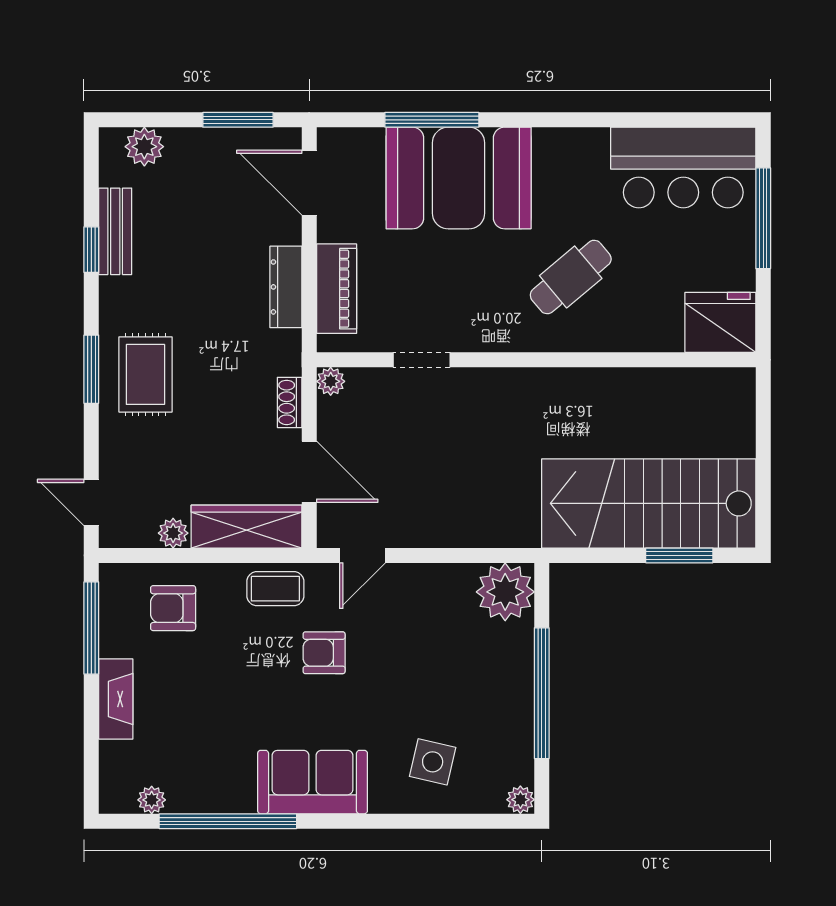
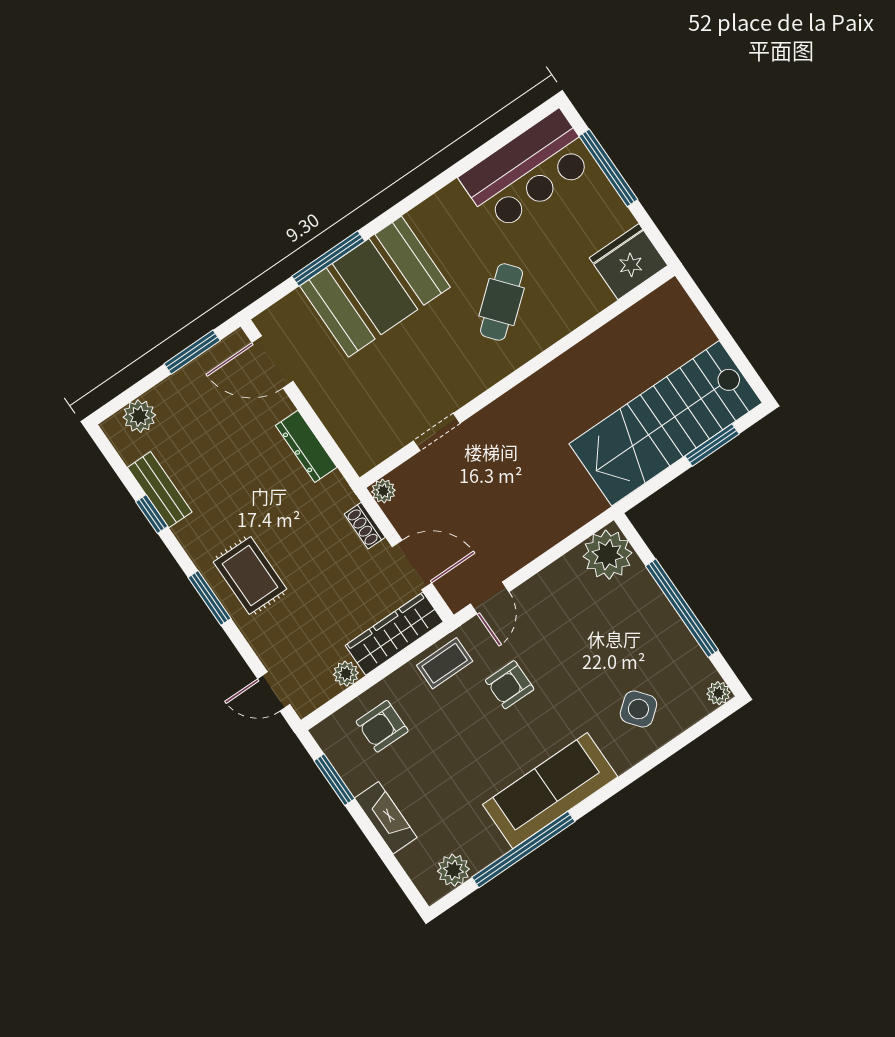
piano: (337, 289) -> (343, 423), removed
window: (91, 628) -> (334, 780), width x0.69
side table: (433, 762) -> (638, 709), turned 38
sofa: (313, 782) -> (550, 791), width x1.36
plant: (152, 800) -> (453, 870), width x1.38, depth x1.38

